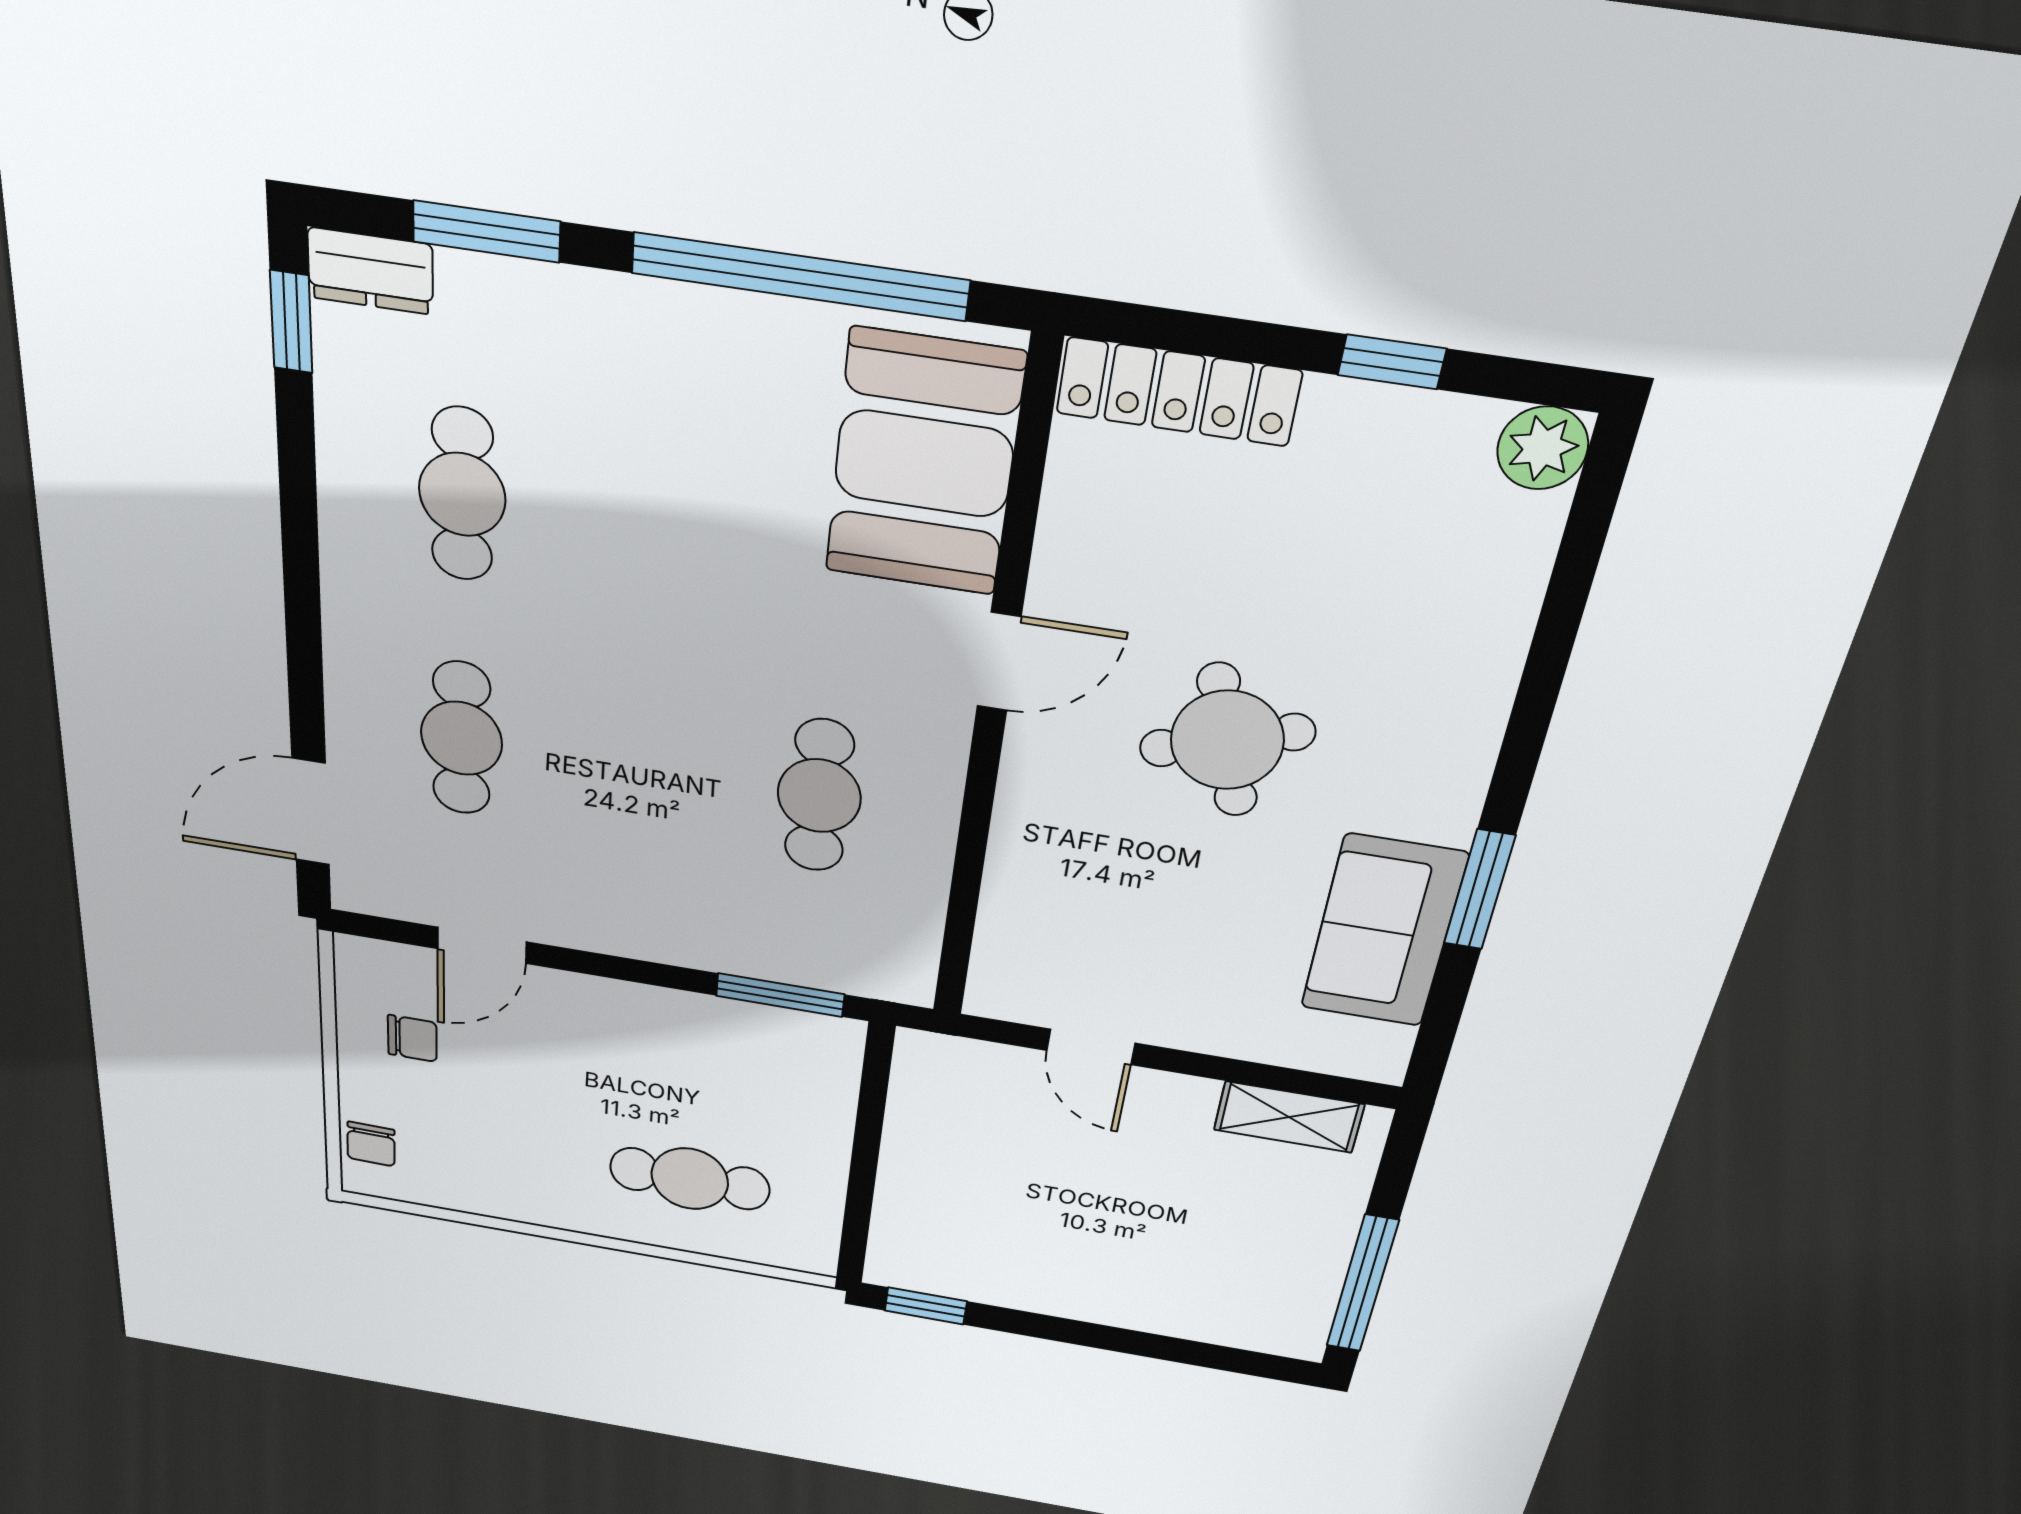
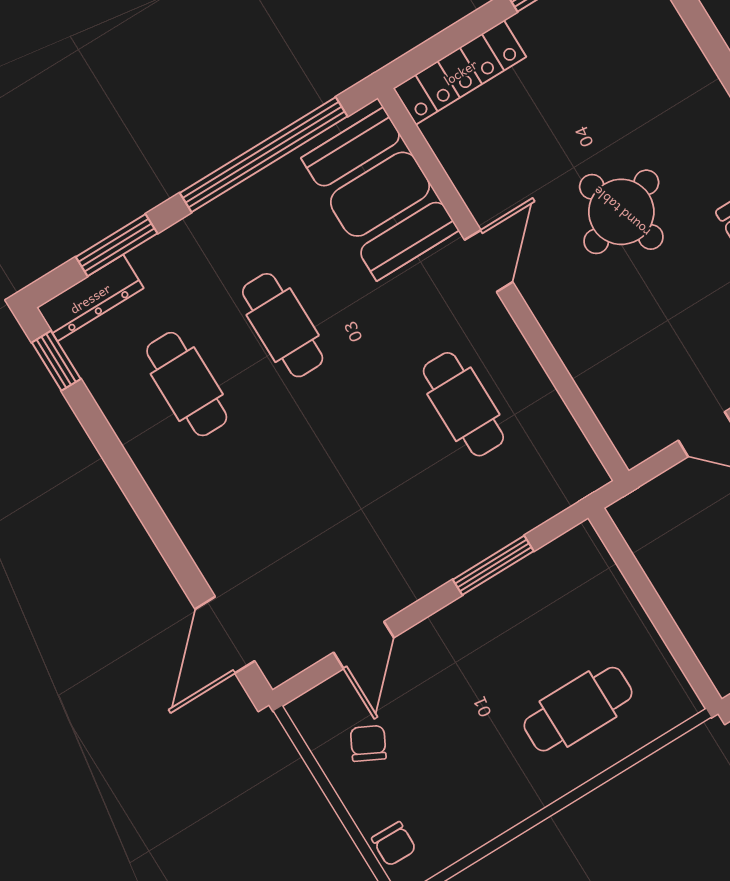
dresser: (370, 271) -> (90, 298), width x1.44
cafe table: (461, 738) -> (283, 325), moved
window: (780, 995) -> (493, 565), moved
chair: (412, 1038) -> (368, 743), turned -63

